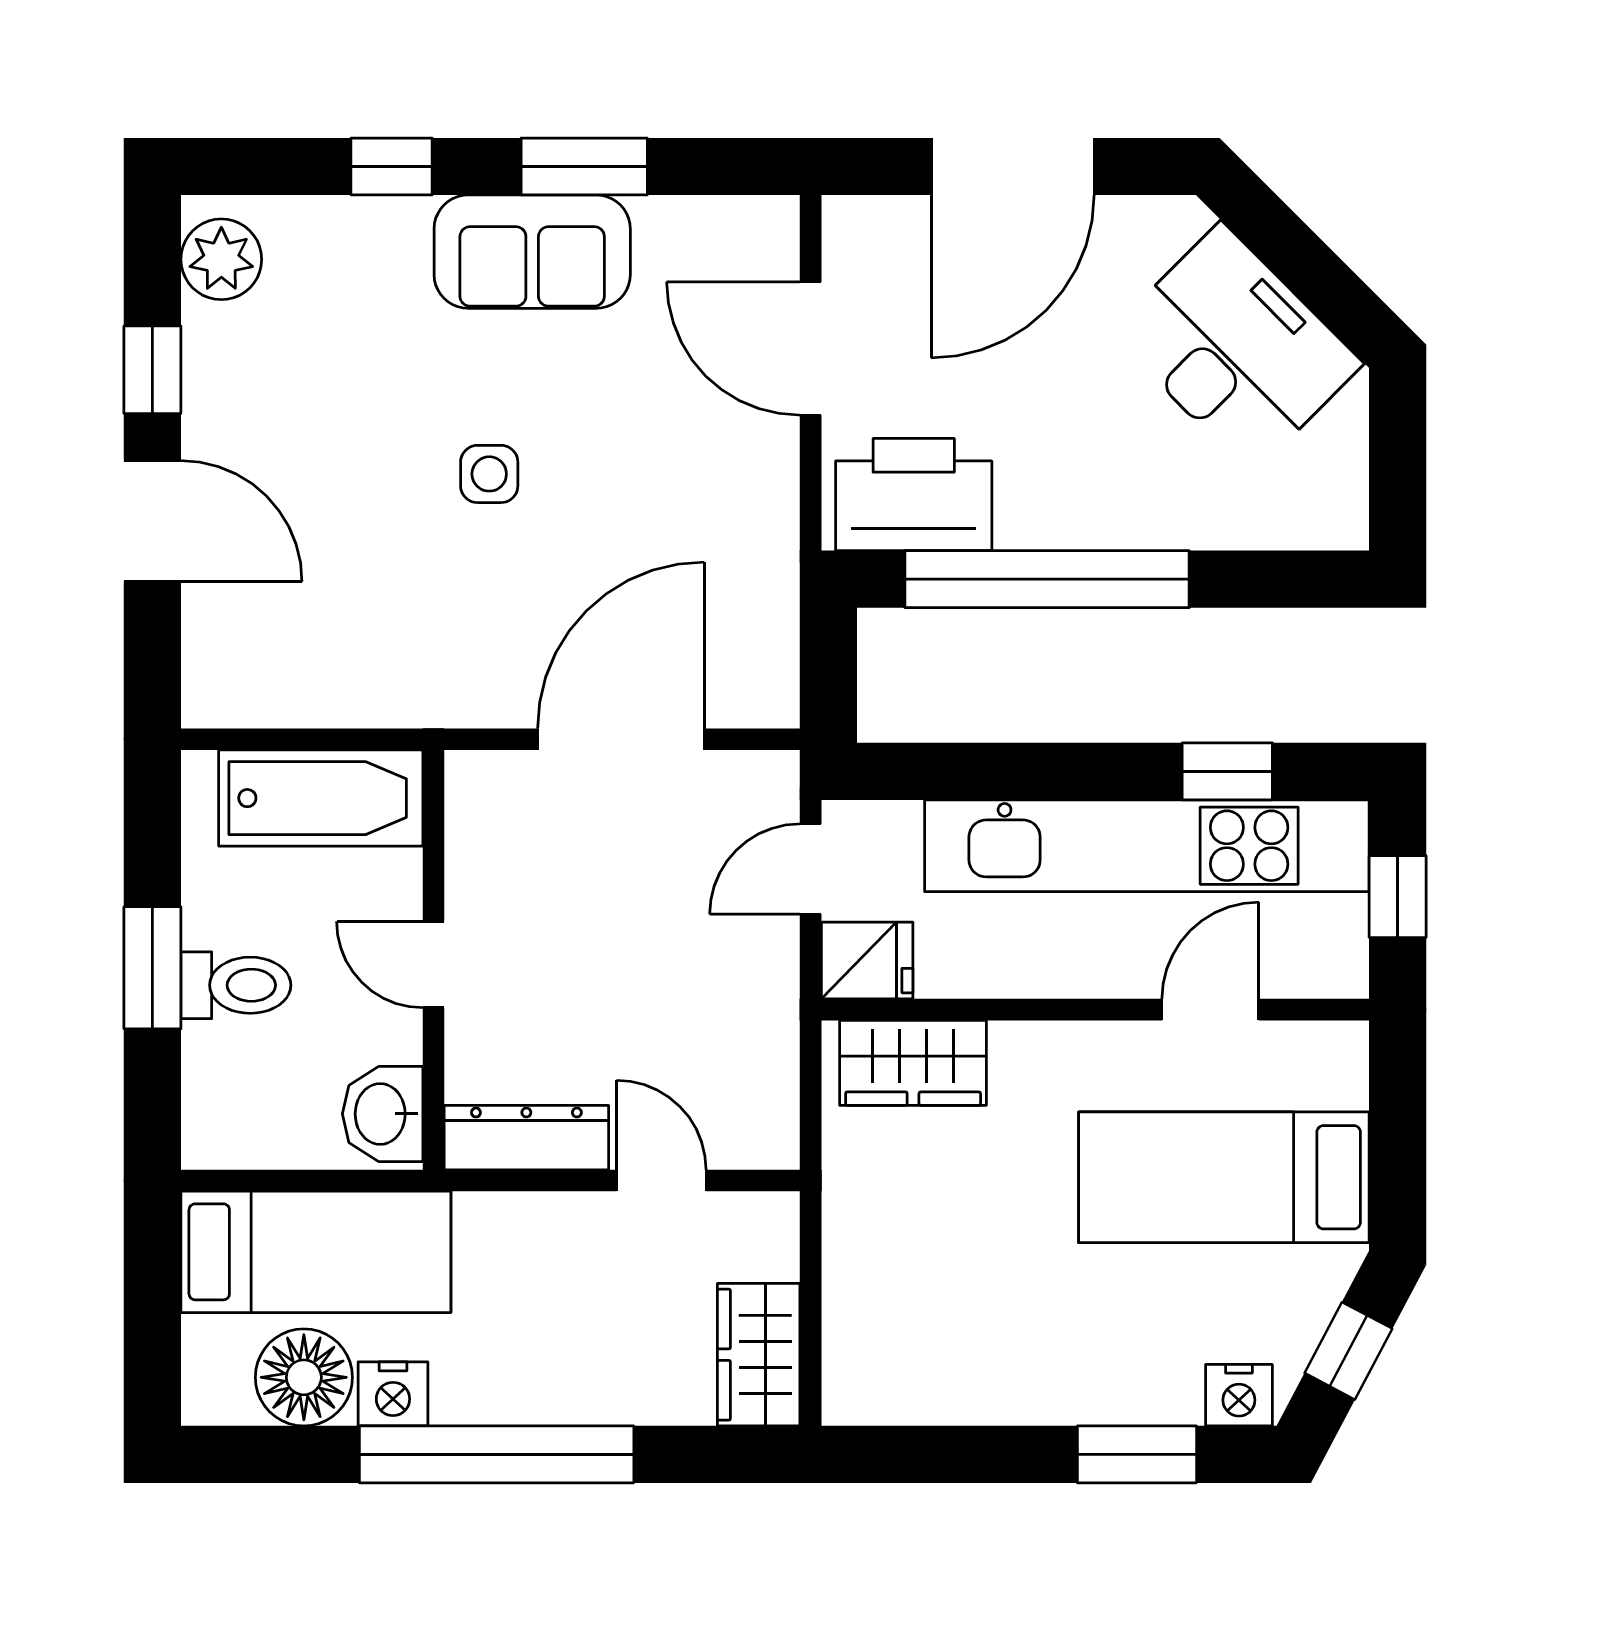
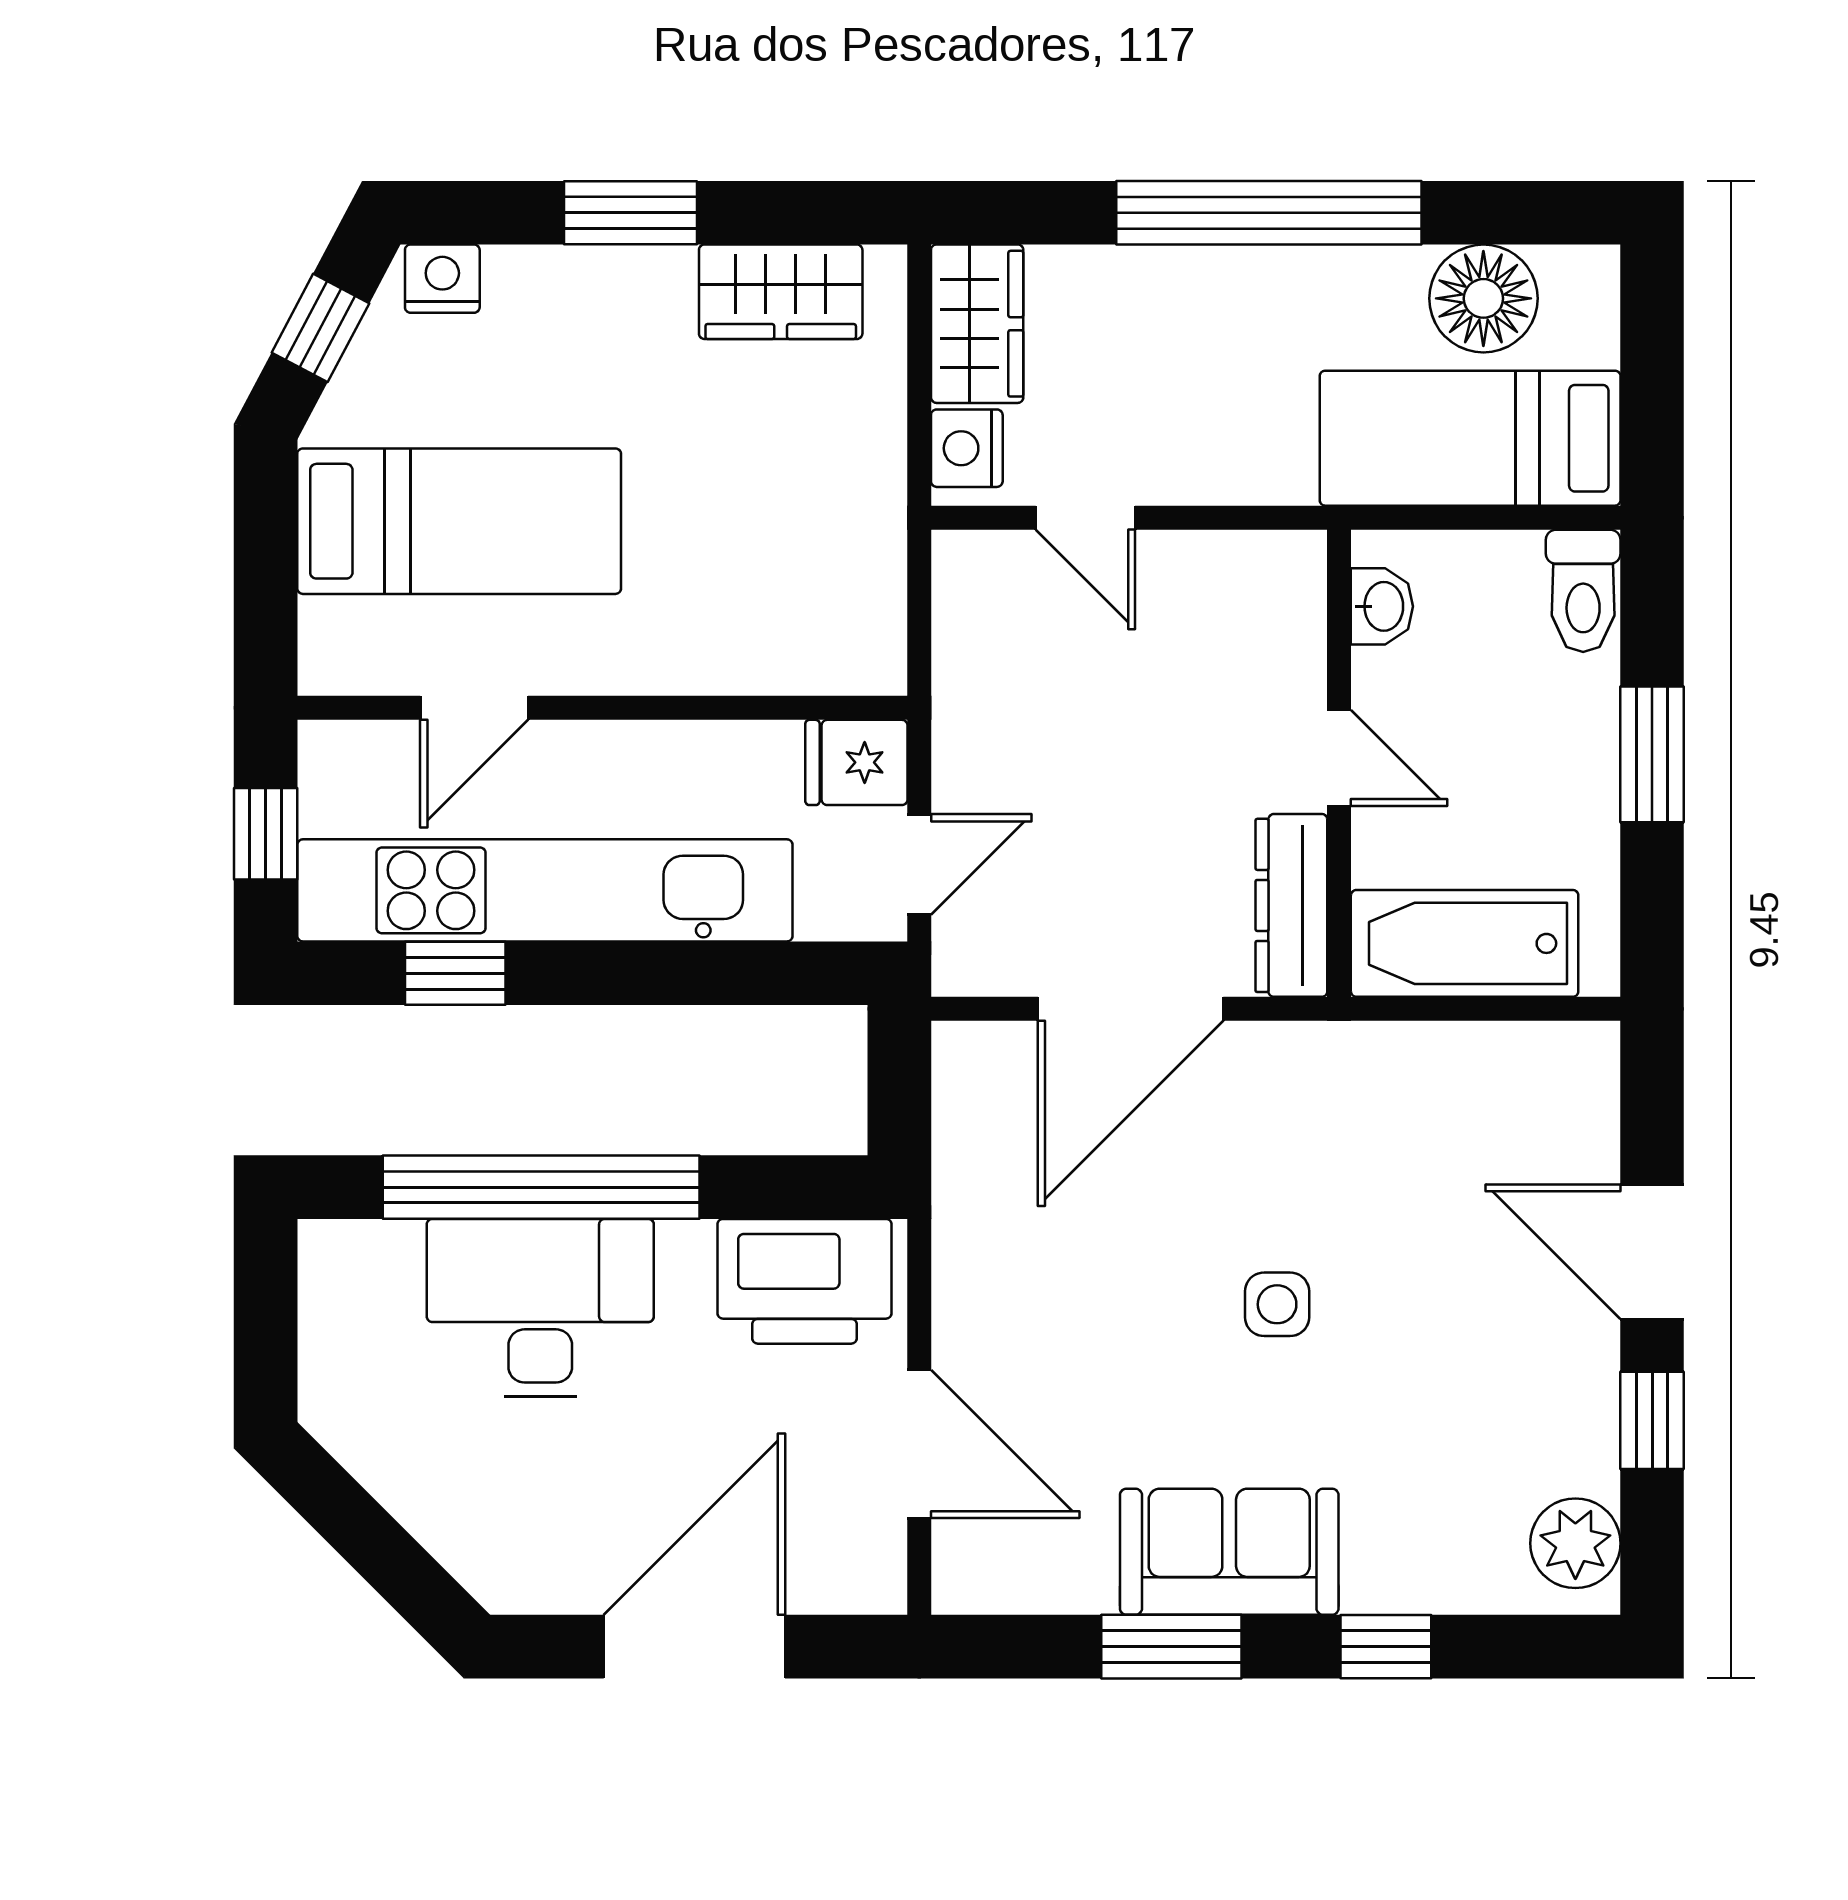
desk: (1236, 348) -> (540, 1308), moved, turned 135
window: (1047, 579) -> (541, 1187), moved
toilet: (236, 985) -> (1583, 591), moved, turned -90
wardrobe: (913, 1063) -> (781, 292), moved, turned 180
washbasin: (383, 1114) -> (1382, 606), width x0.72, depth x0.69
dresser: (526, 1138) -> (1291, 905), moved, turned 90
nightstand: (393, 1394) -> (967, 448), moved, turned -90
window: (1137, 1454) -> (630, 213), moved

